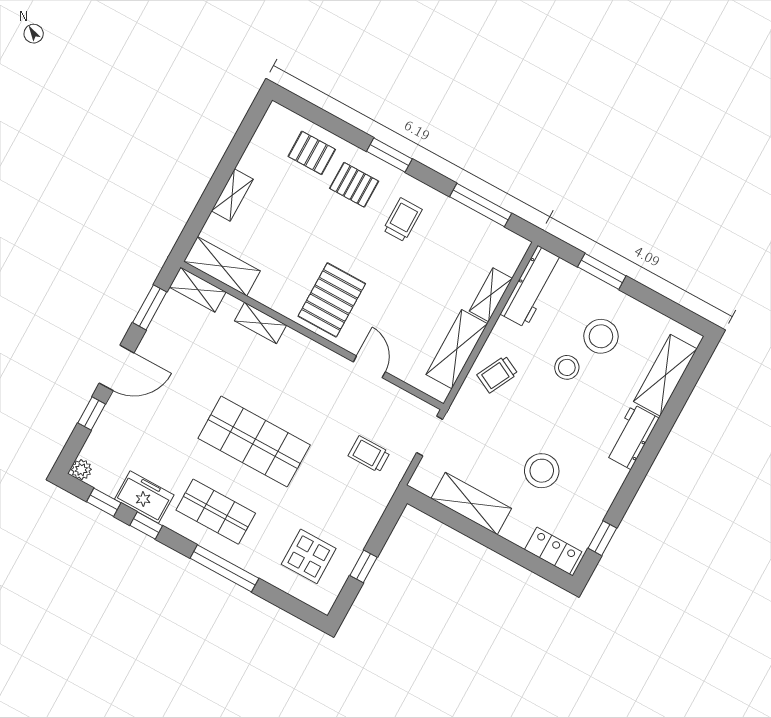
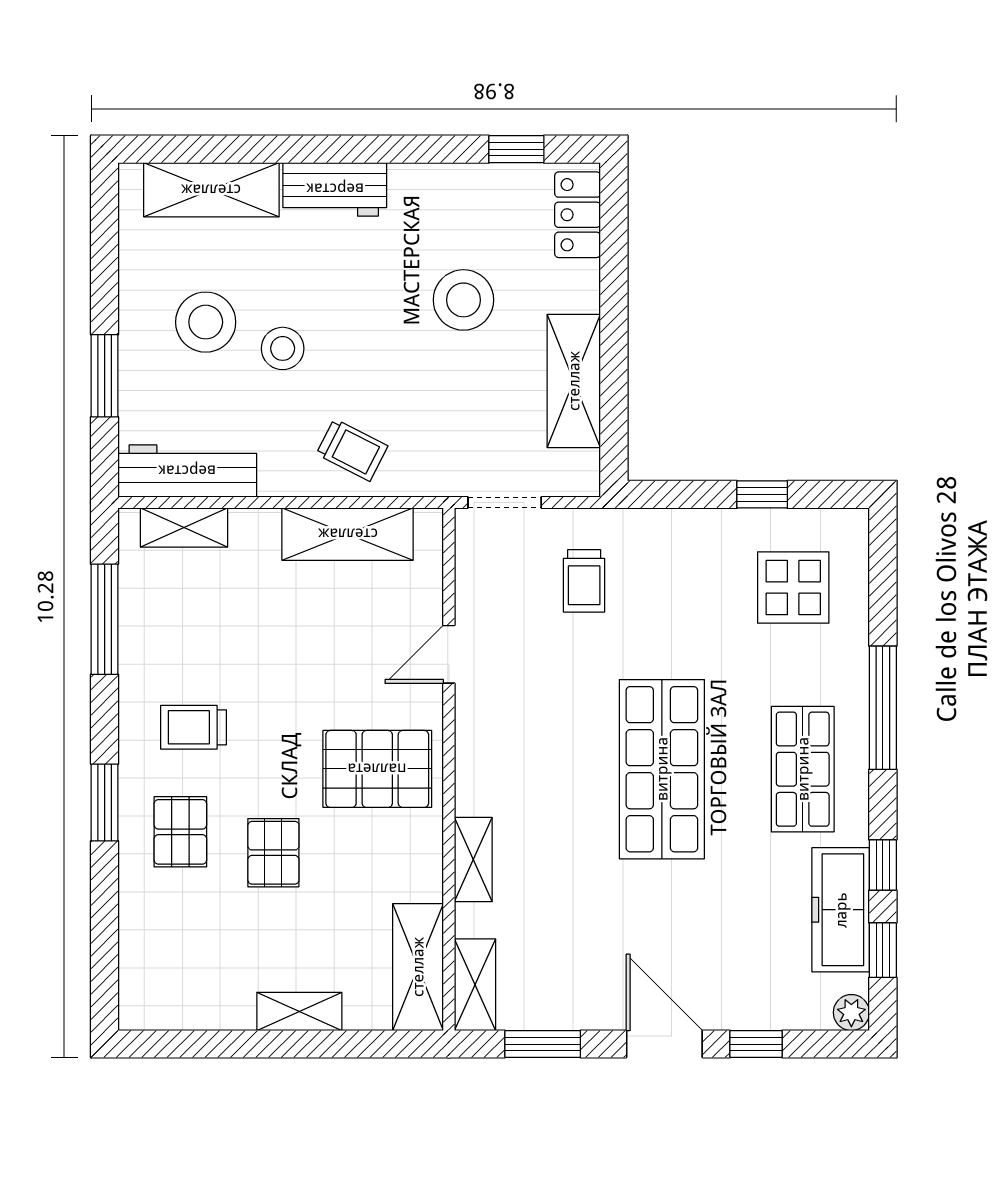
pallet: (312, 153) -> (273, 853), moved
shelving: (491, 295) -> (184, 527), moved
freezer: (144, 497) -> (841, 910), width x1.40

